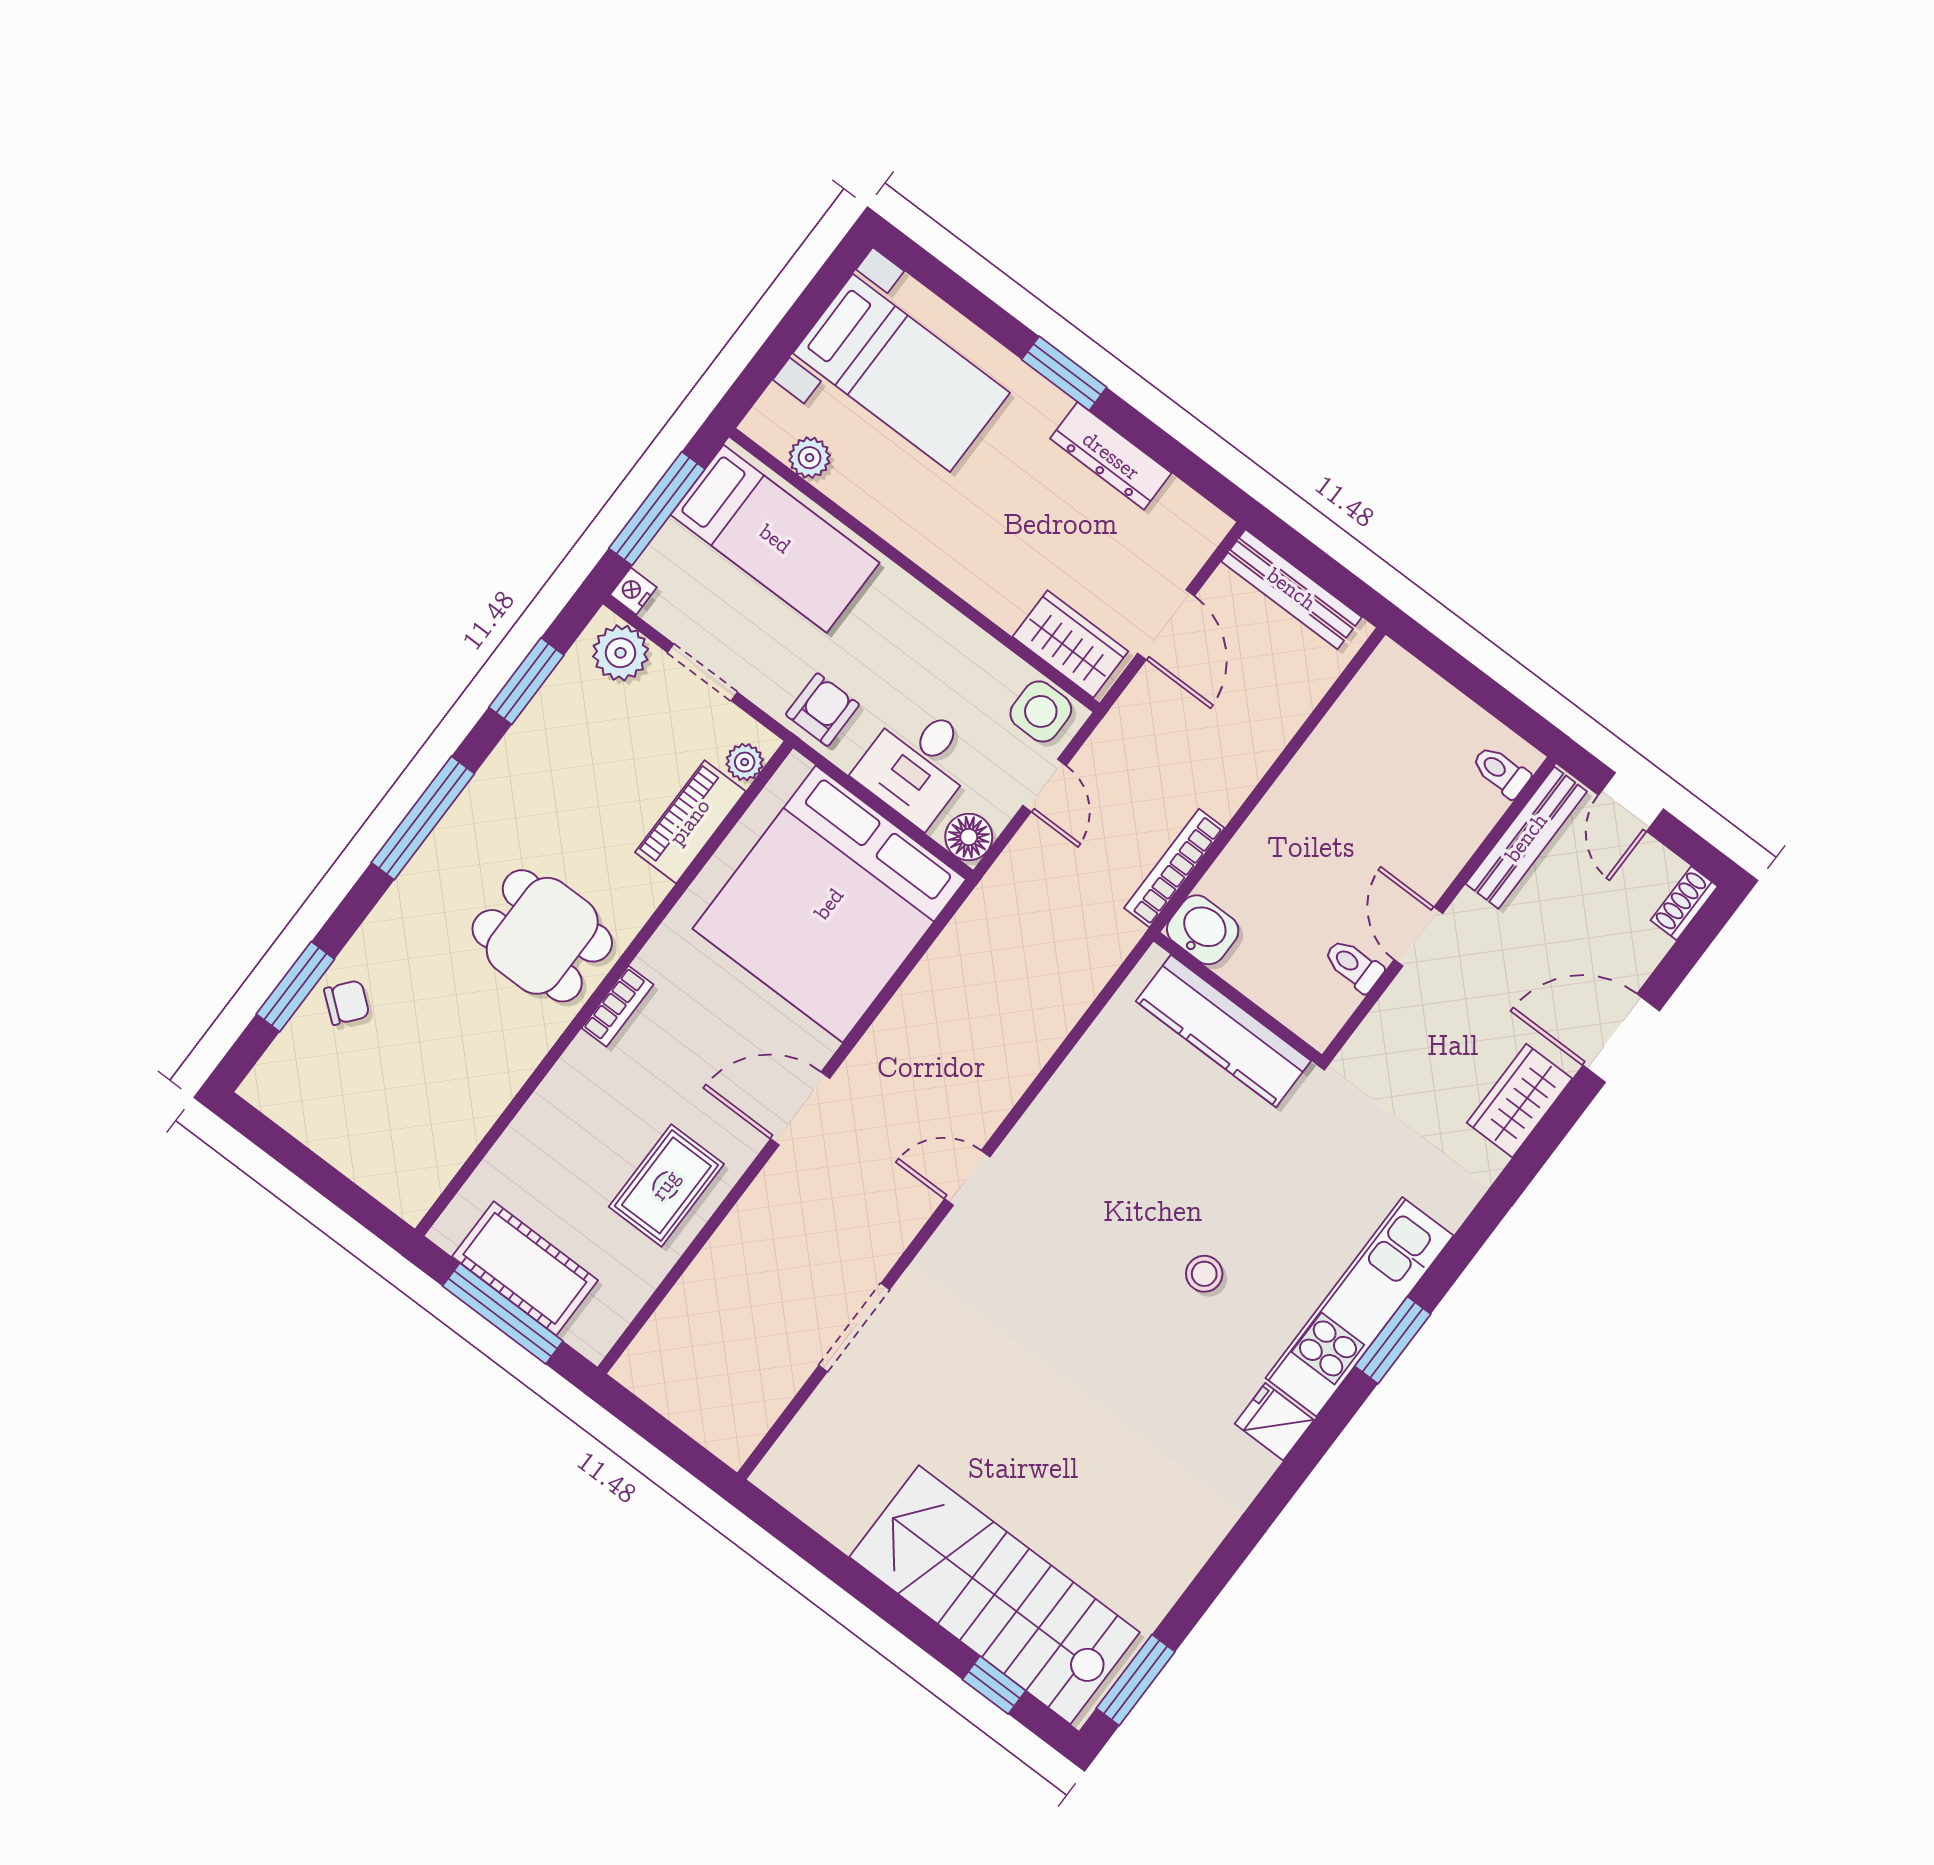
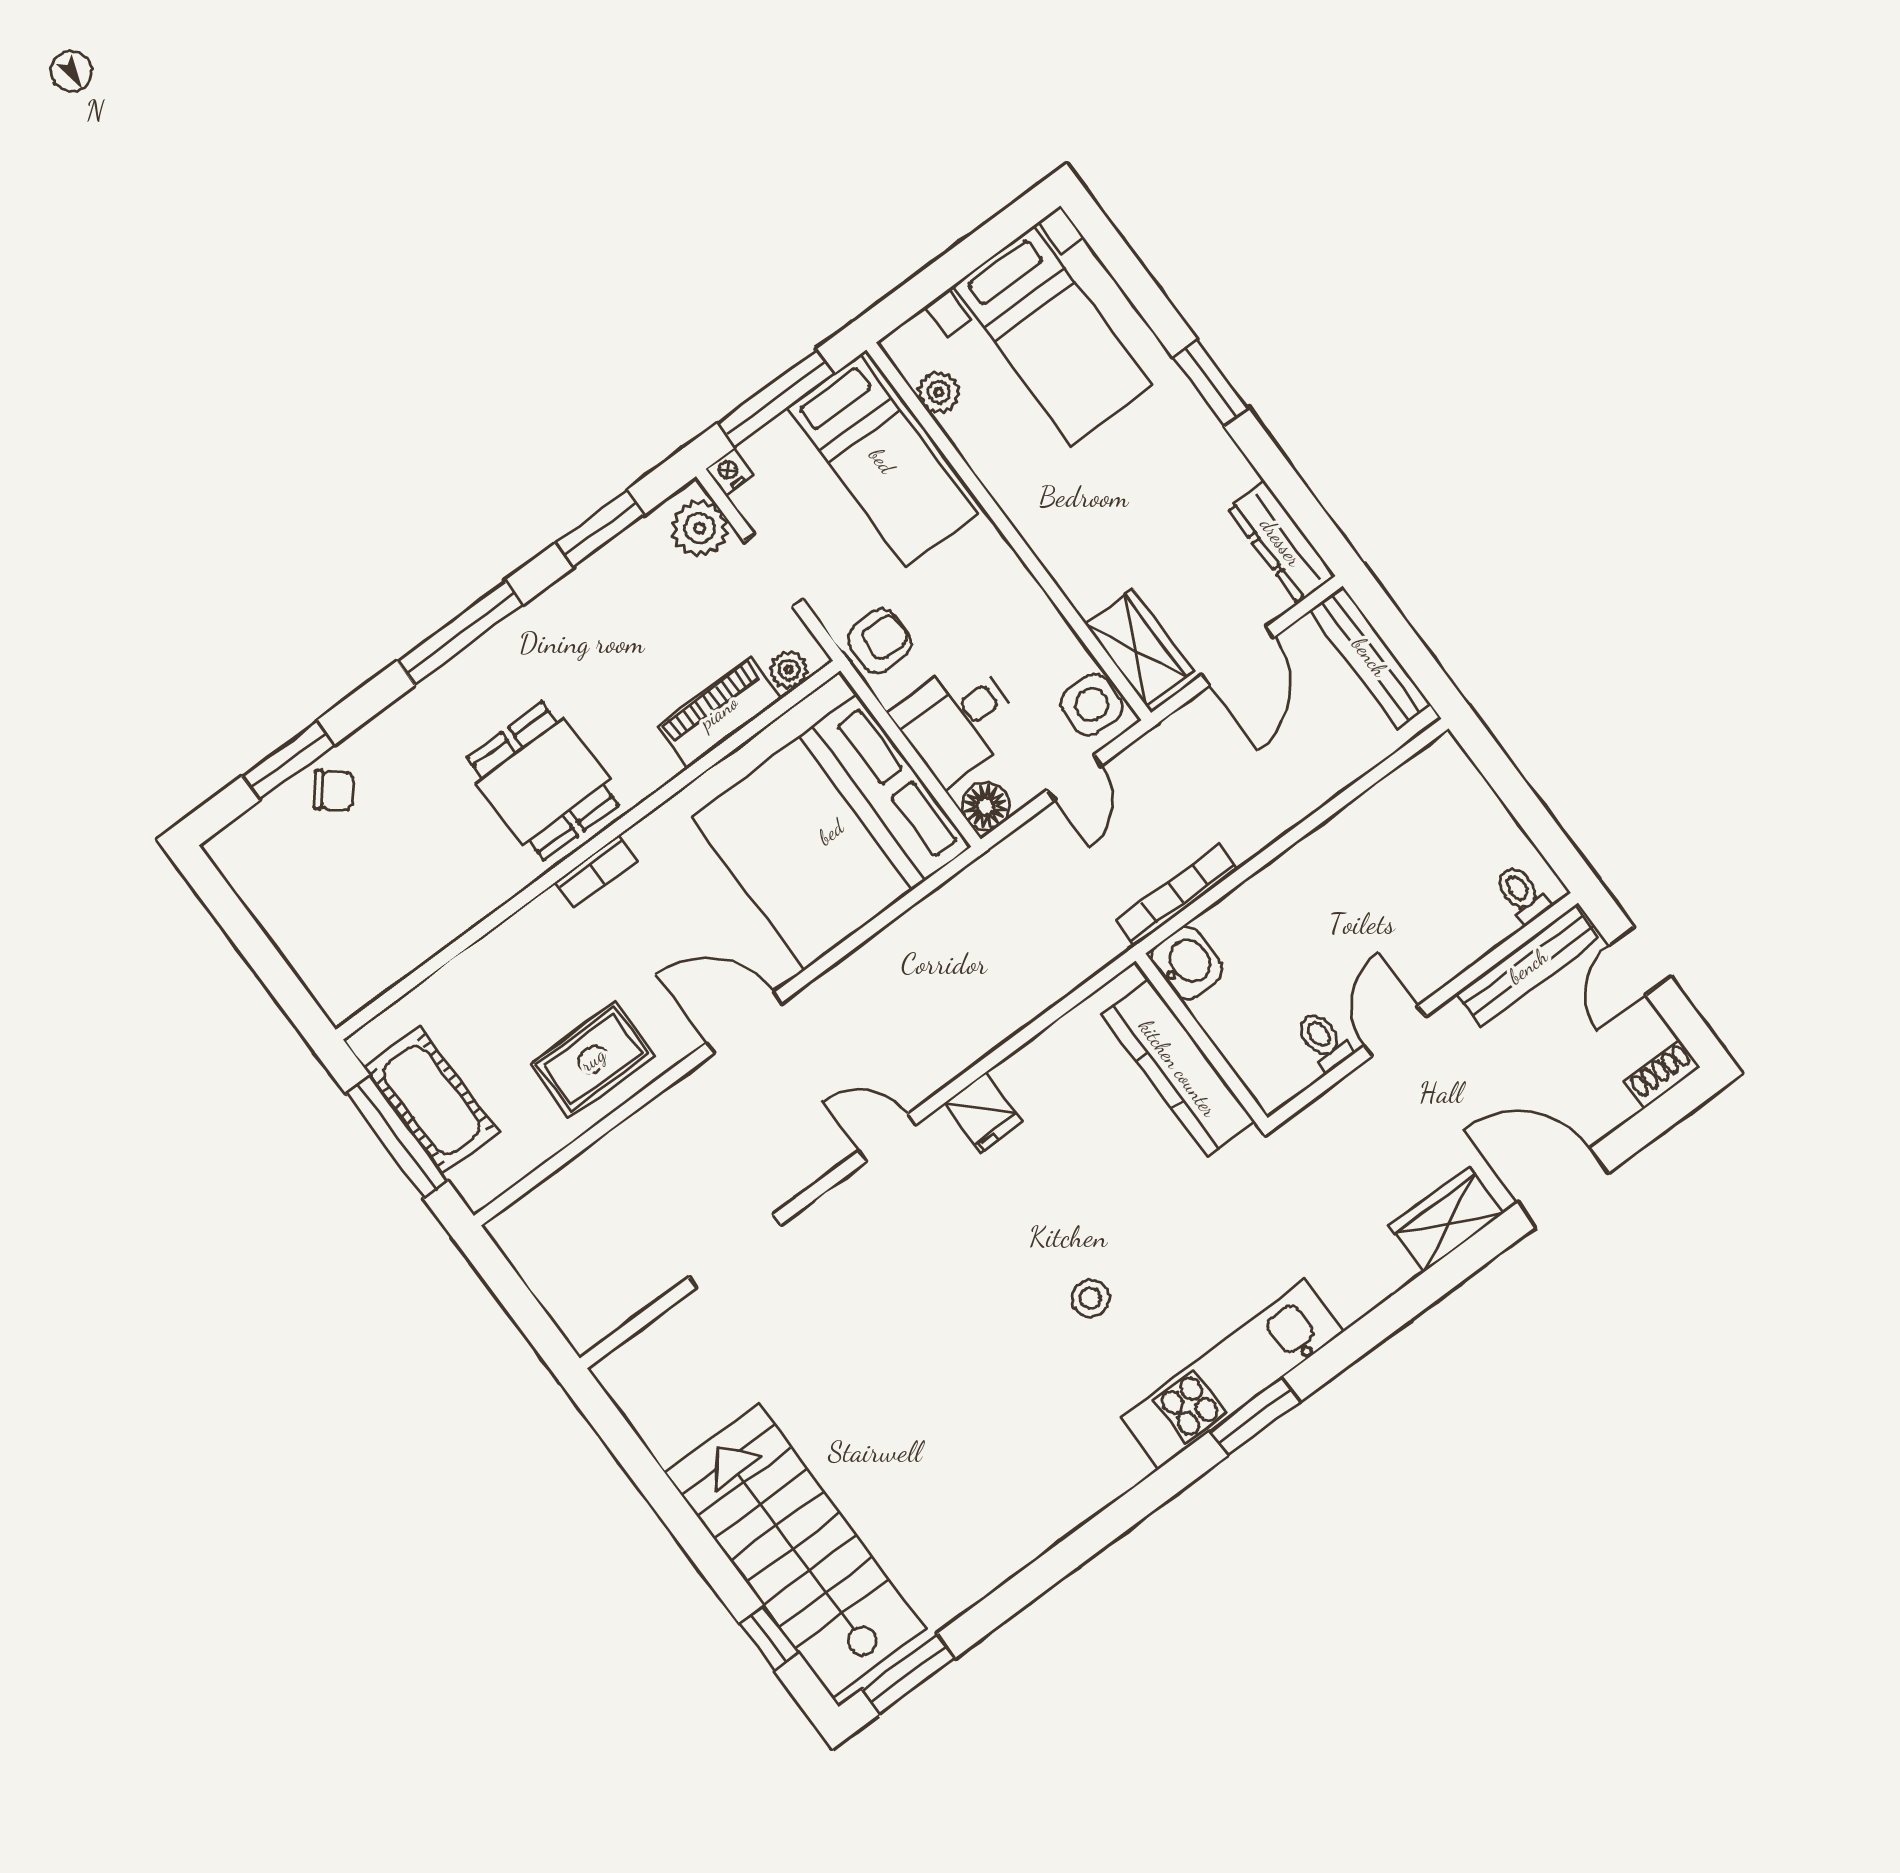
dresser: (1111, 456) -> (1281, 542), moved
fridge: (1274, 1422) -> (983, 1112), moved, turned 180

